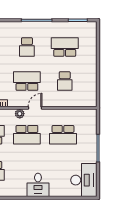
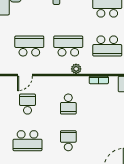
school desk: (27, 81) -> (68, 104), width x0.54
door: (35, 108) -> (25, 75), moved

